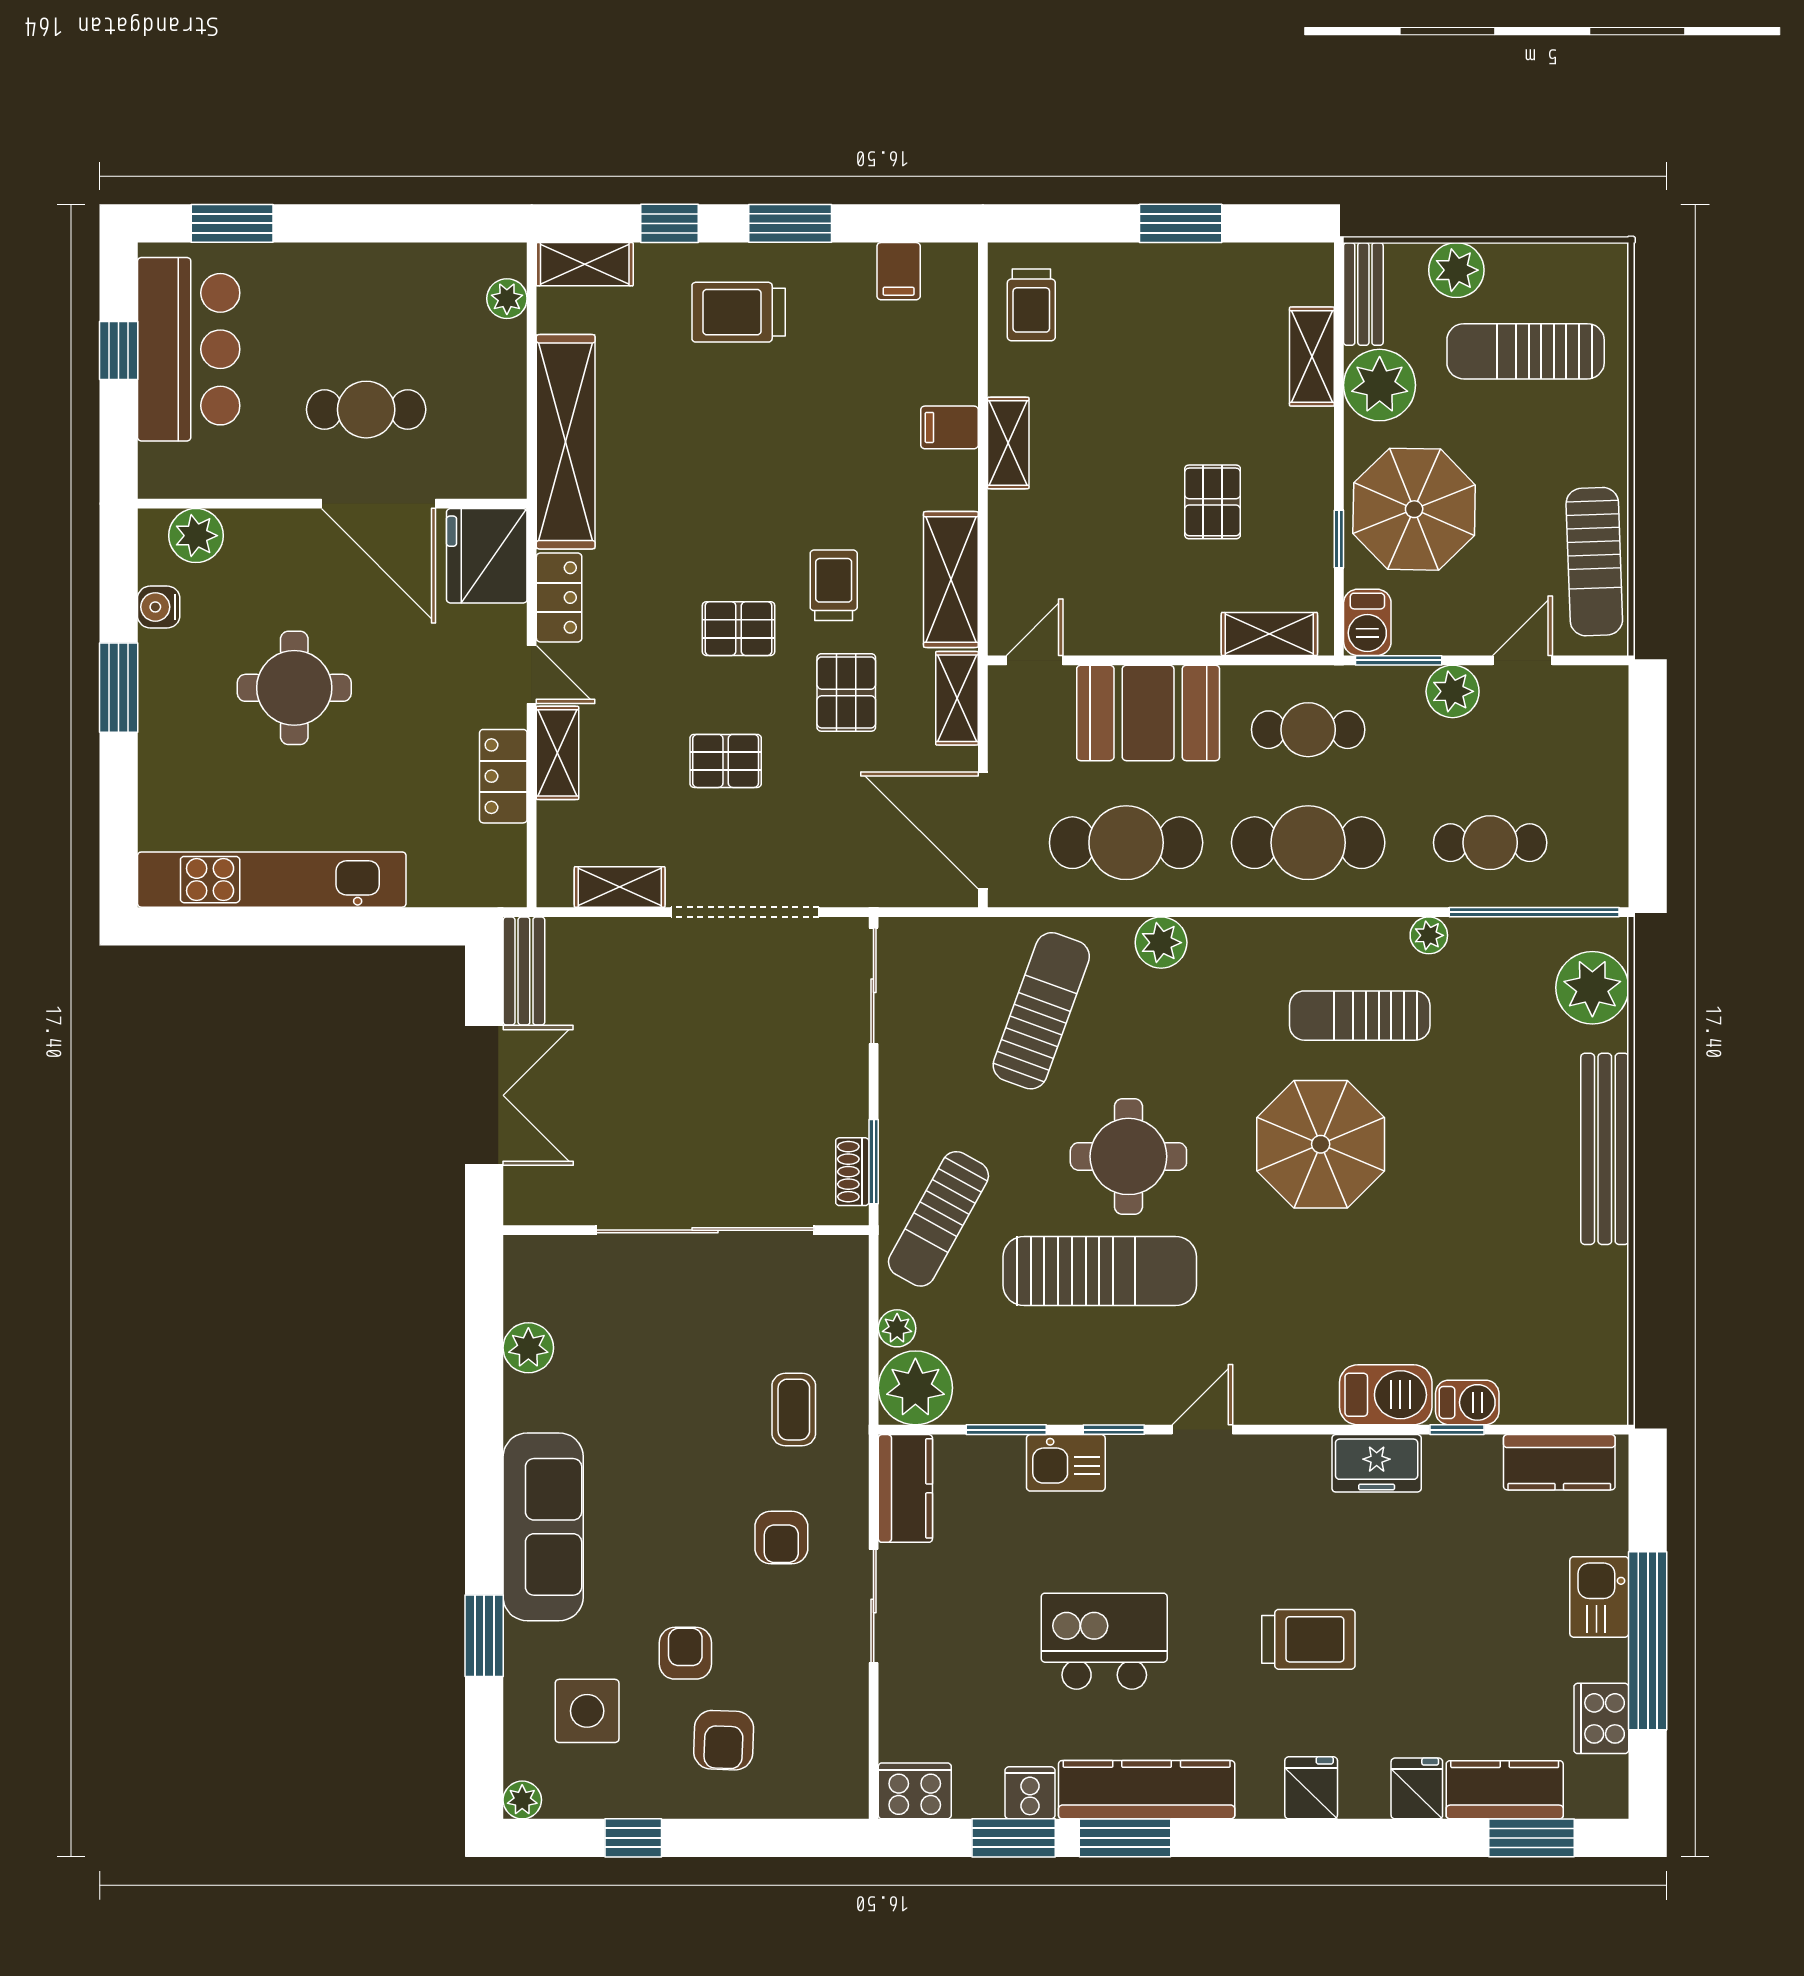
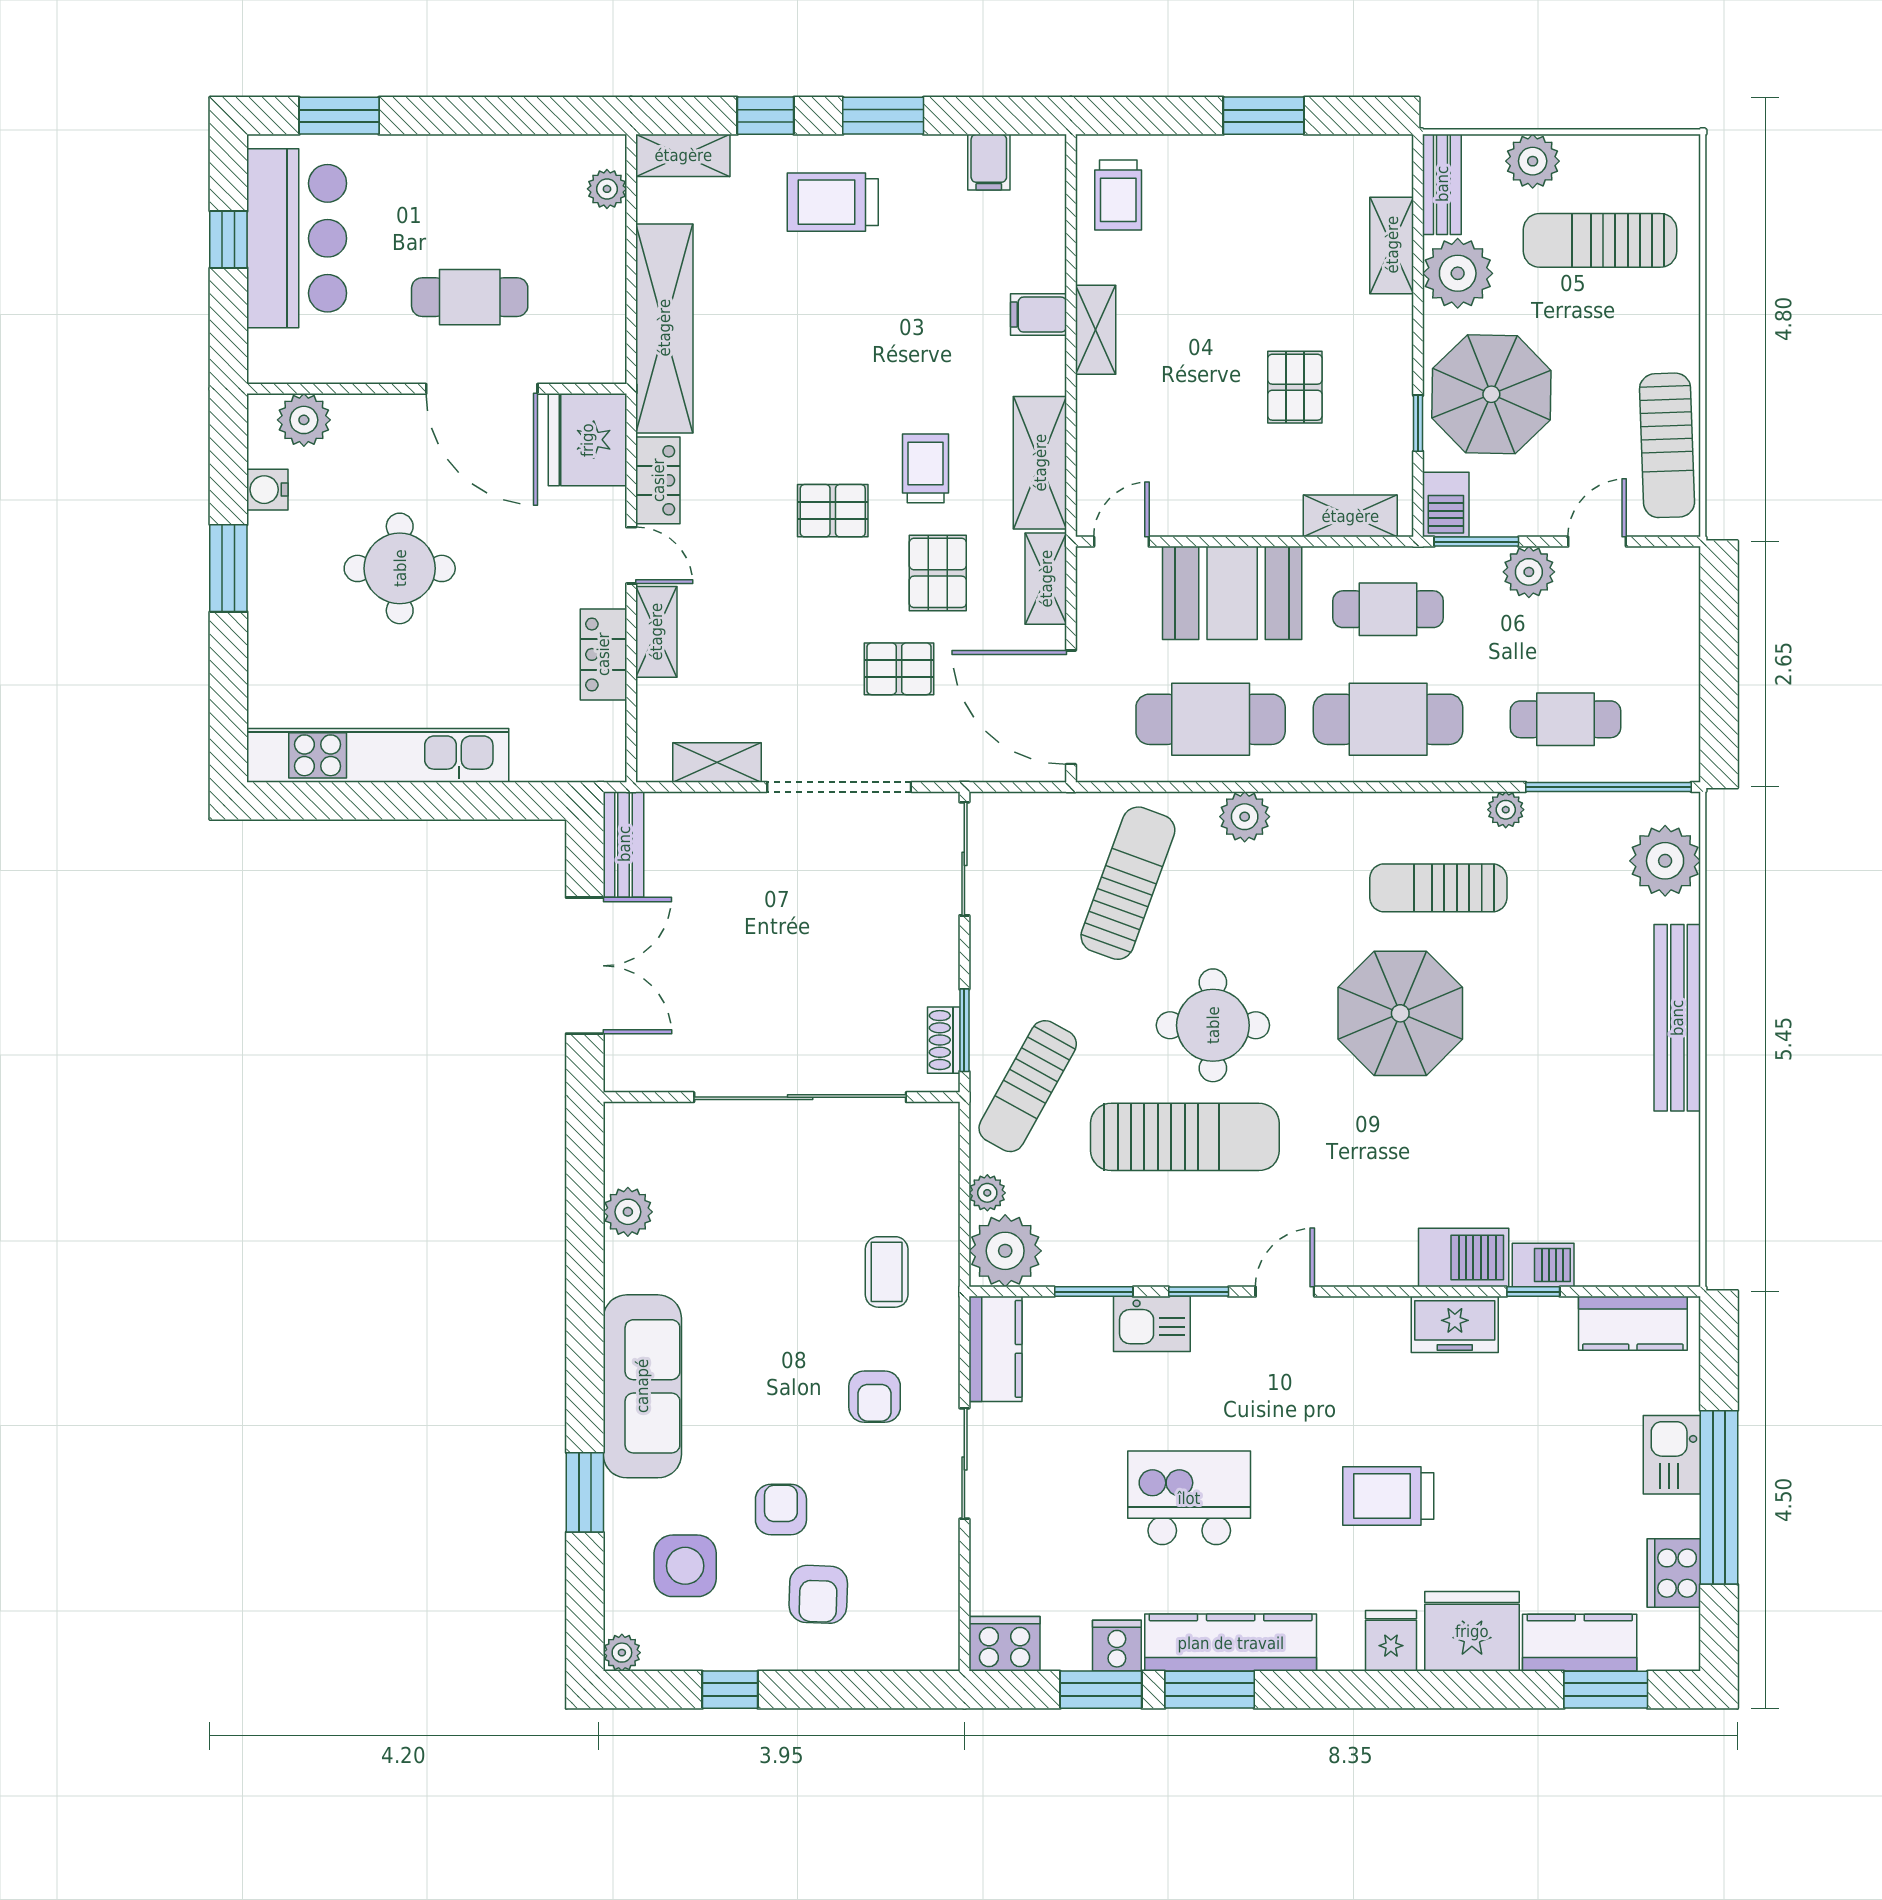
pallet: (726, 761) -> (899, 669), moved
trolley: (1308, 1639) -> (1388, 1496), turned 180
fridge: (1417, 1788) -> (1472, 1631), width x1.88, depth x1.34

